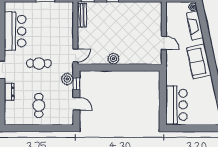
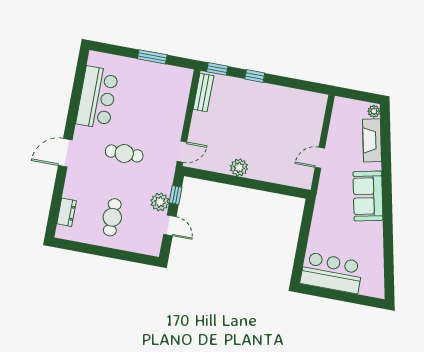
door: (164, 43) -> (320, 158), swing flipped
plant: (67, 79) -> (160, 202), moved
dresser: (9, 92) -> (67, 212), moved
bar counter: (176, 105) -> (332, 273), moved, turned -90

